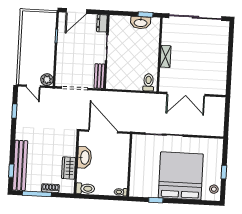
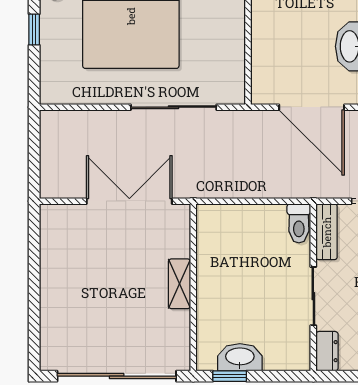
toilet: (148, 82) -> (299, 223), moved

